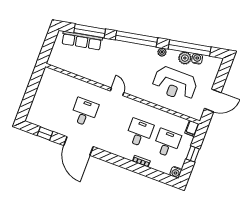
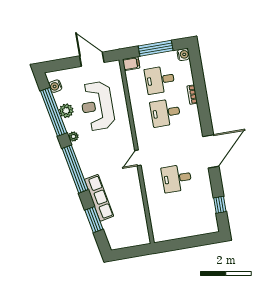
window: (90, 31) -> (94, 220), width x0.69
row of seats: (82, 41) -> (99, 198), moved
water cooler: (197, 59) -> (55, 86), moved
reception desk: (175, 84) -> (97, 106), turned 180
door: (78, 146) -> (211, 151), moved
window: (193, 154) -> (156, 48), width x2.17

